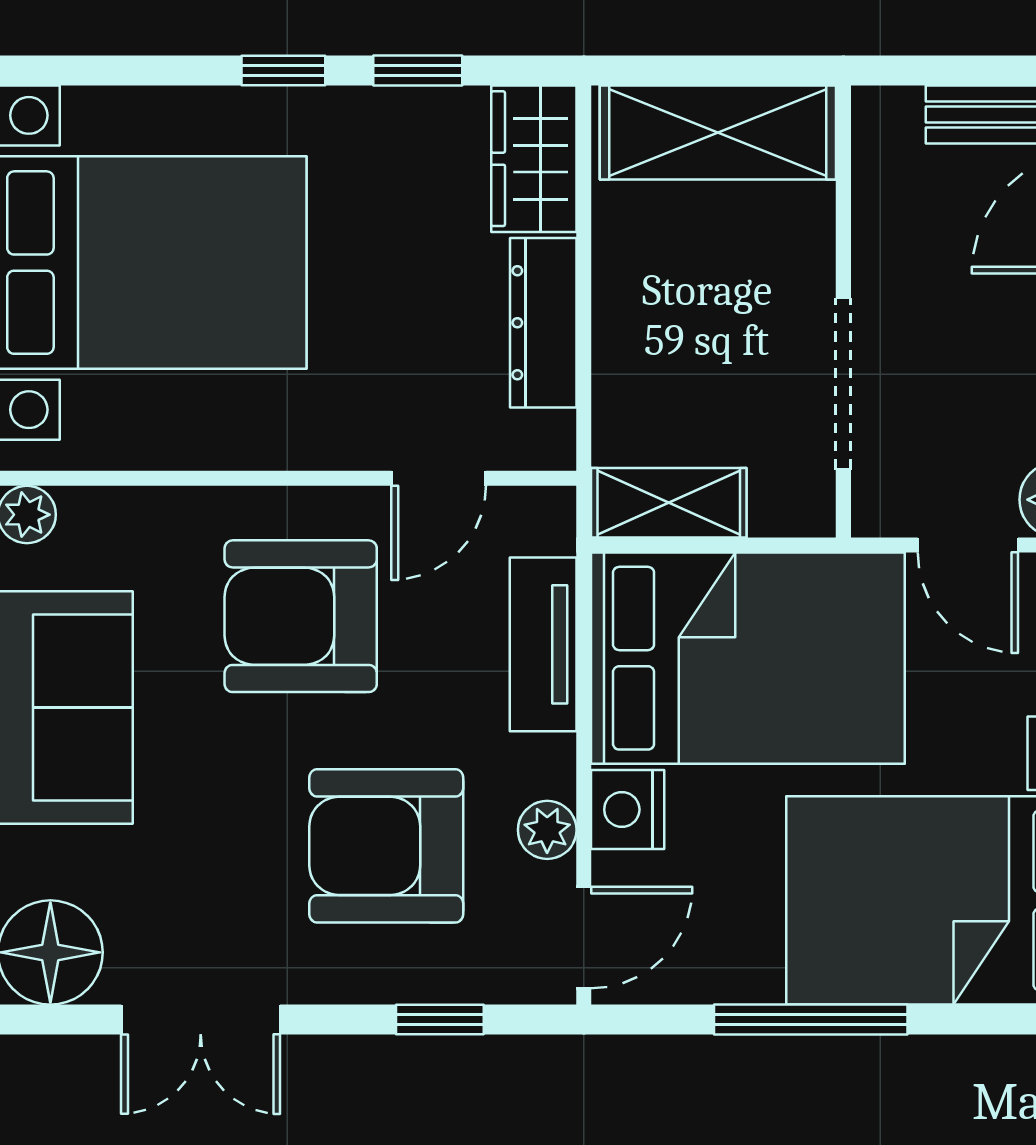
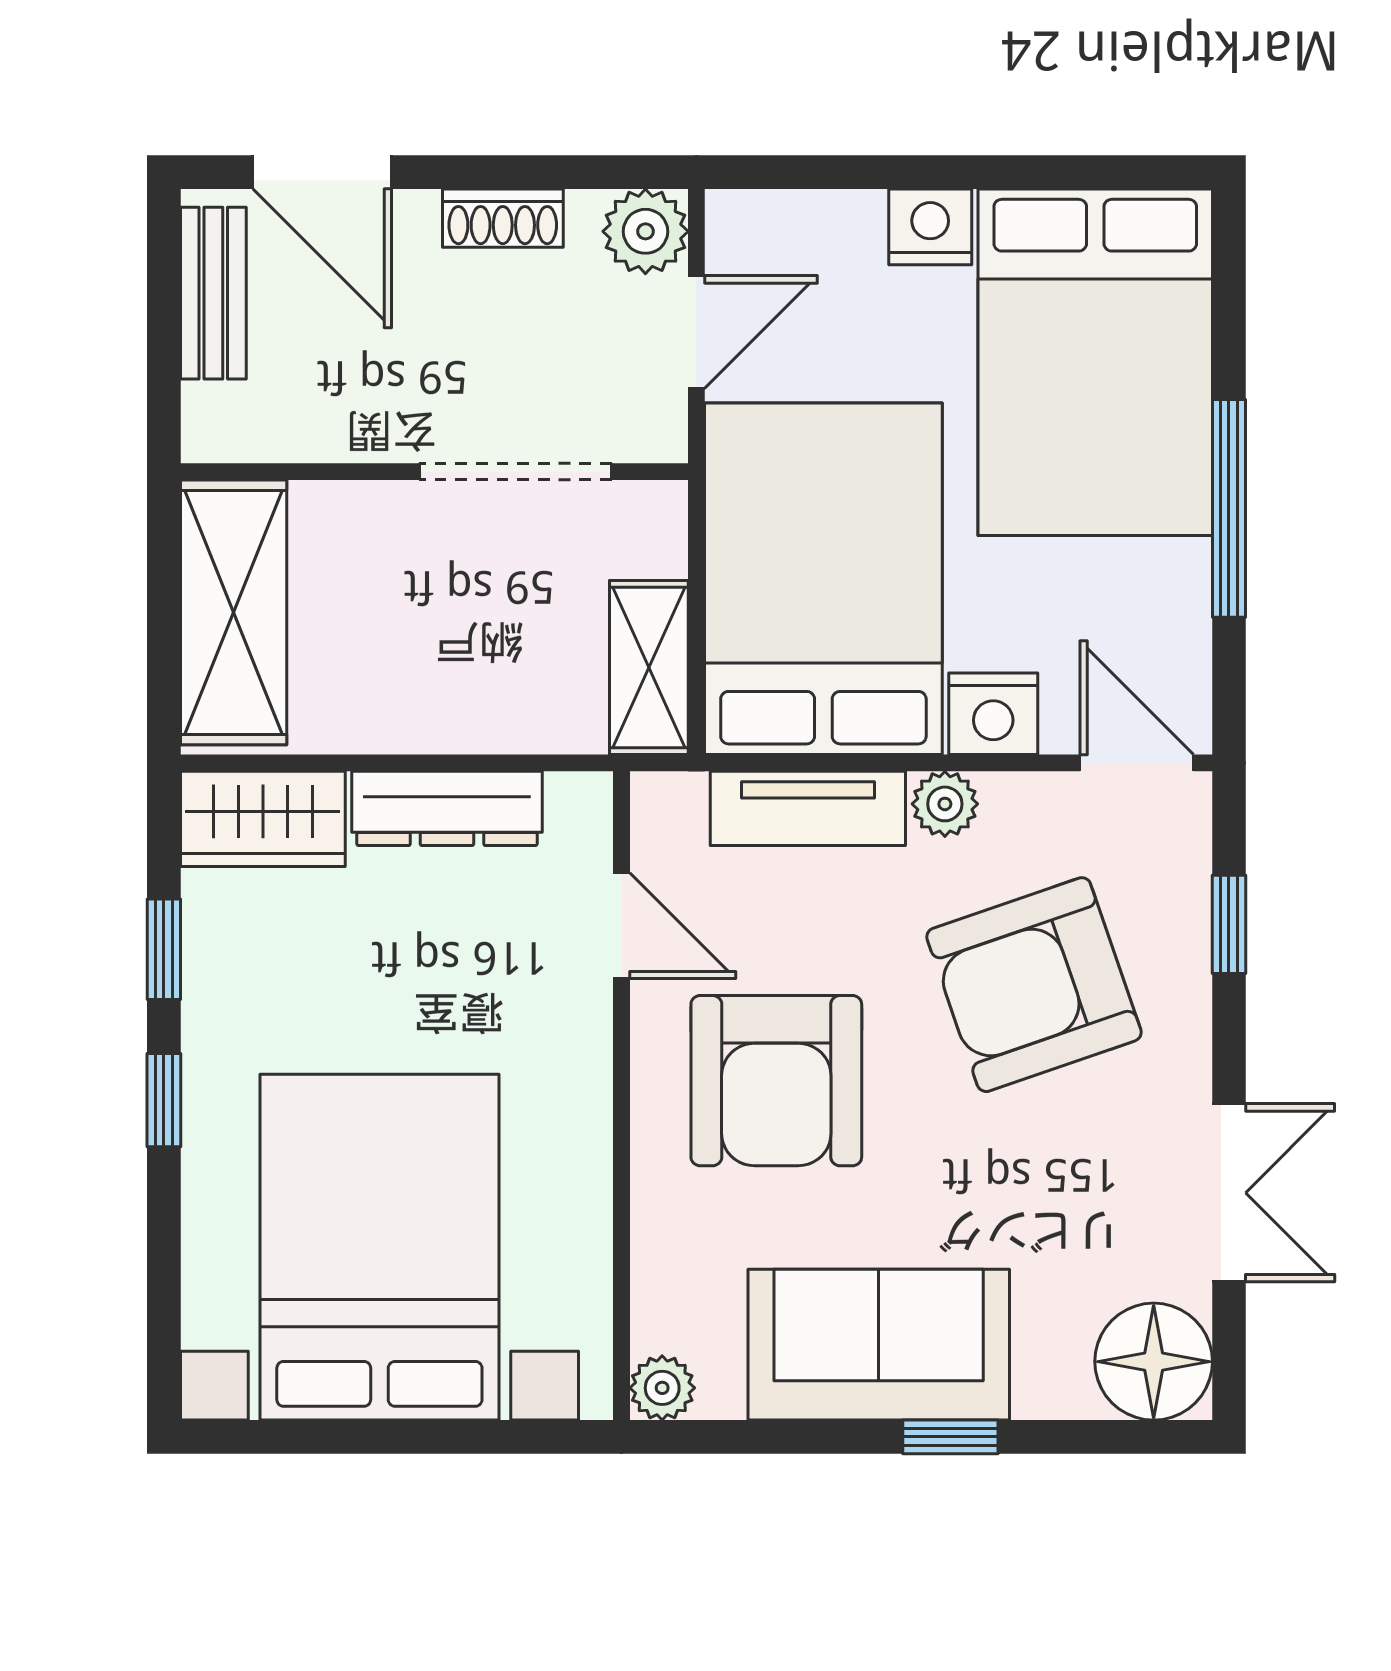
plant: (547, 830) -> (945, 804), moved
armchair: (386, 846) -> (1034, 985), turned 71

